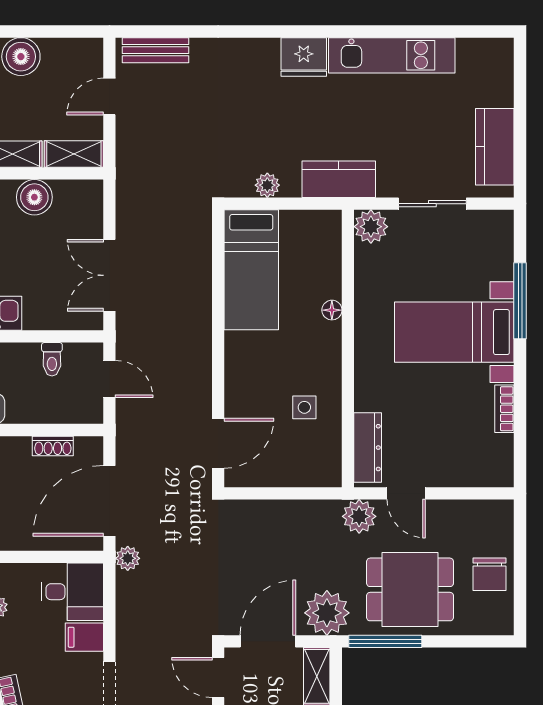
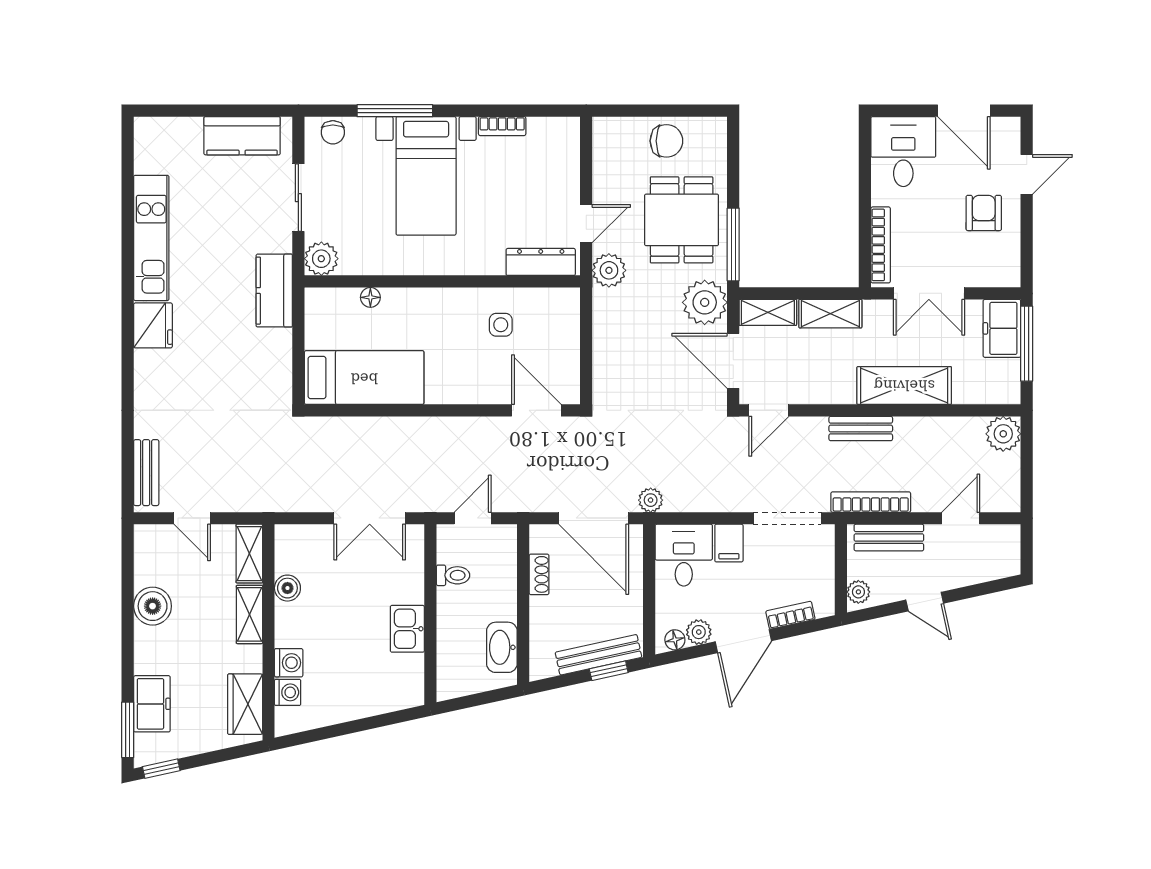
plant: (267, 185) -> (280, 362), removed
boiler: (34, 197) -> (287, 588), width x0.73, depth x0.73
chair: (498, 238) -> (333, 132), added
floor lamp: (332, 310) -> (370, 297), moved

